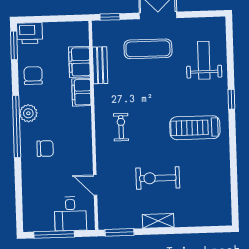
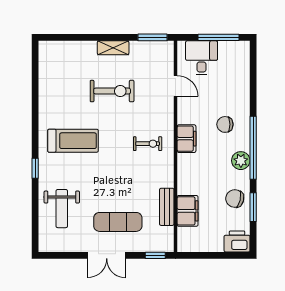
window: (14, 45) -> (253, 207), moved
chair: (33, 76) -> (235, 199), turned 103
filing cabinet: (81, 92) -> (186, 139), moved
exercise bike: (121, 127) -> (148, 144), turned -90

